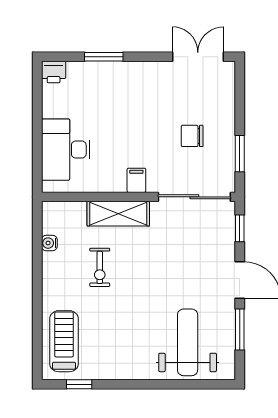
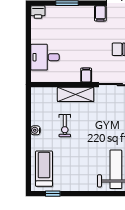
filing cabinet: (161, 74) -> (100, 13), added
desk: (66, 150) -> (45, 57), width x0.73
water cooler: (49, 243) -> (35, 130), moved

